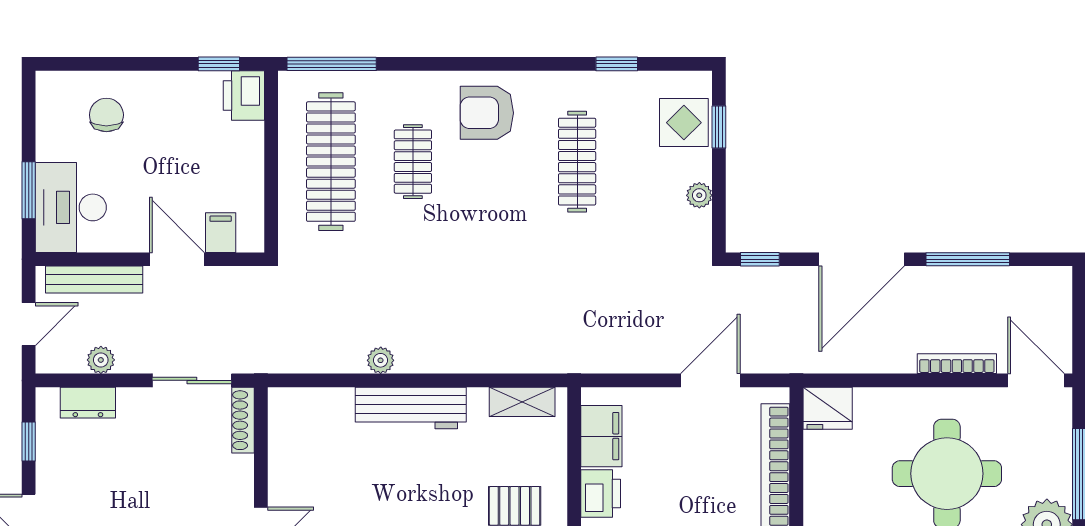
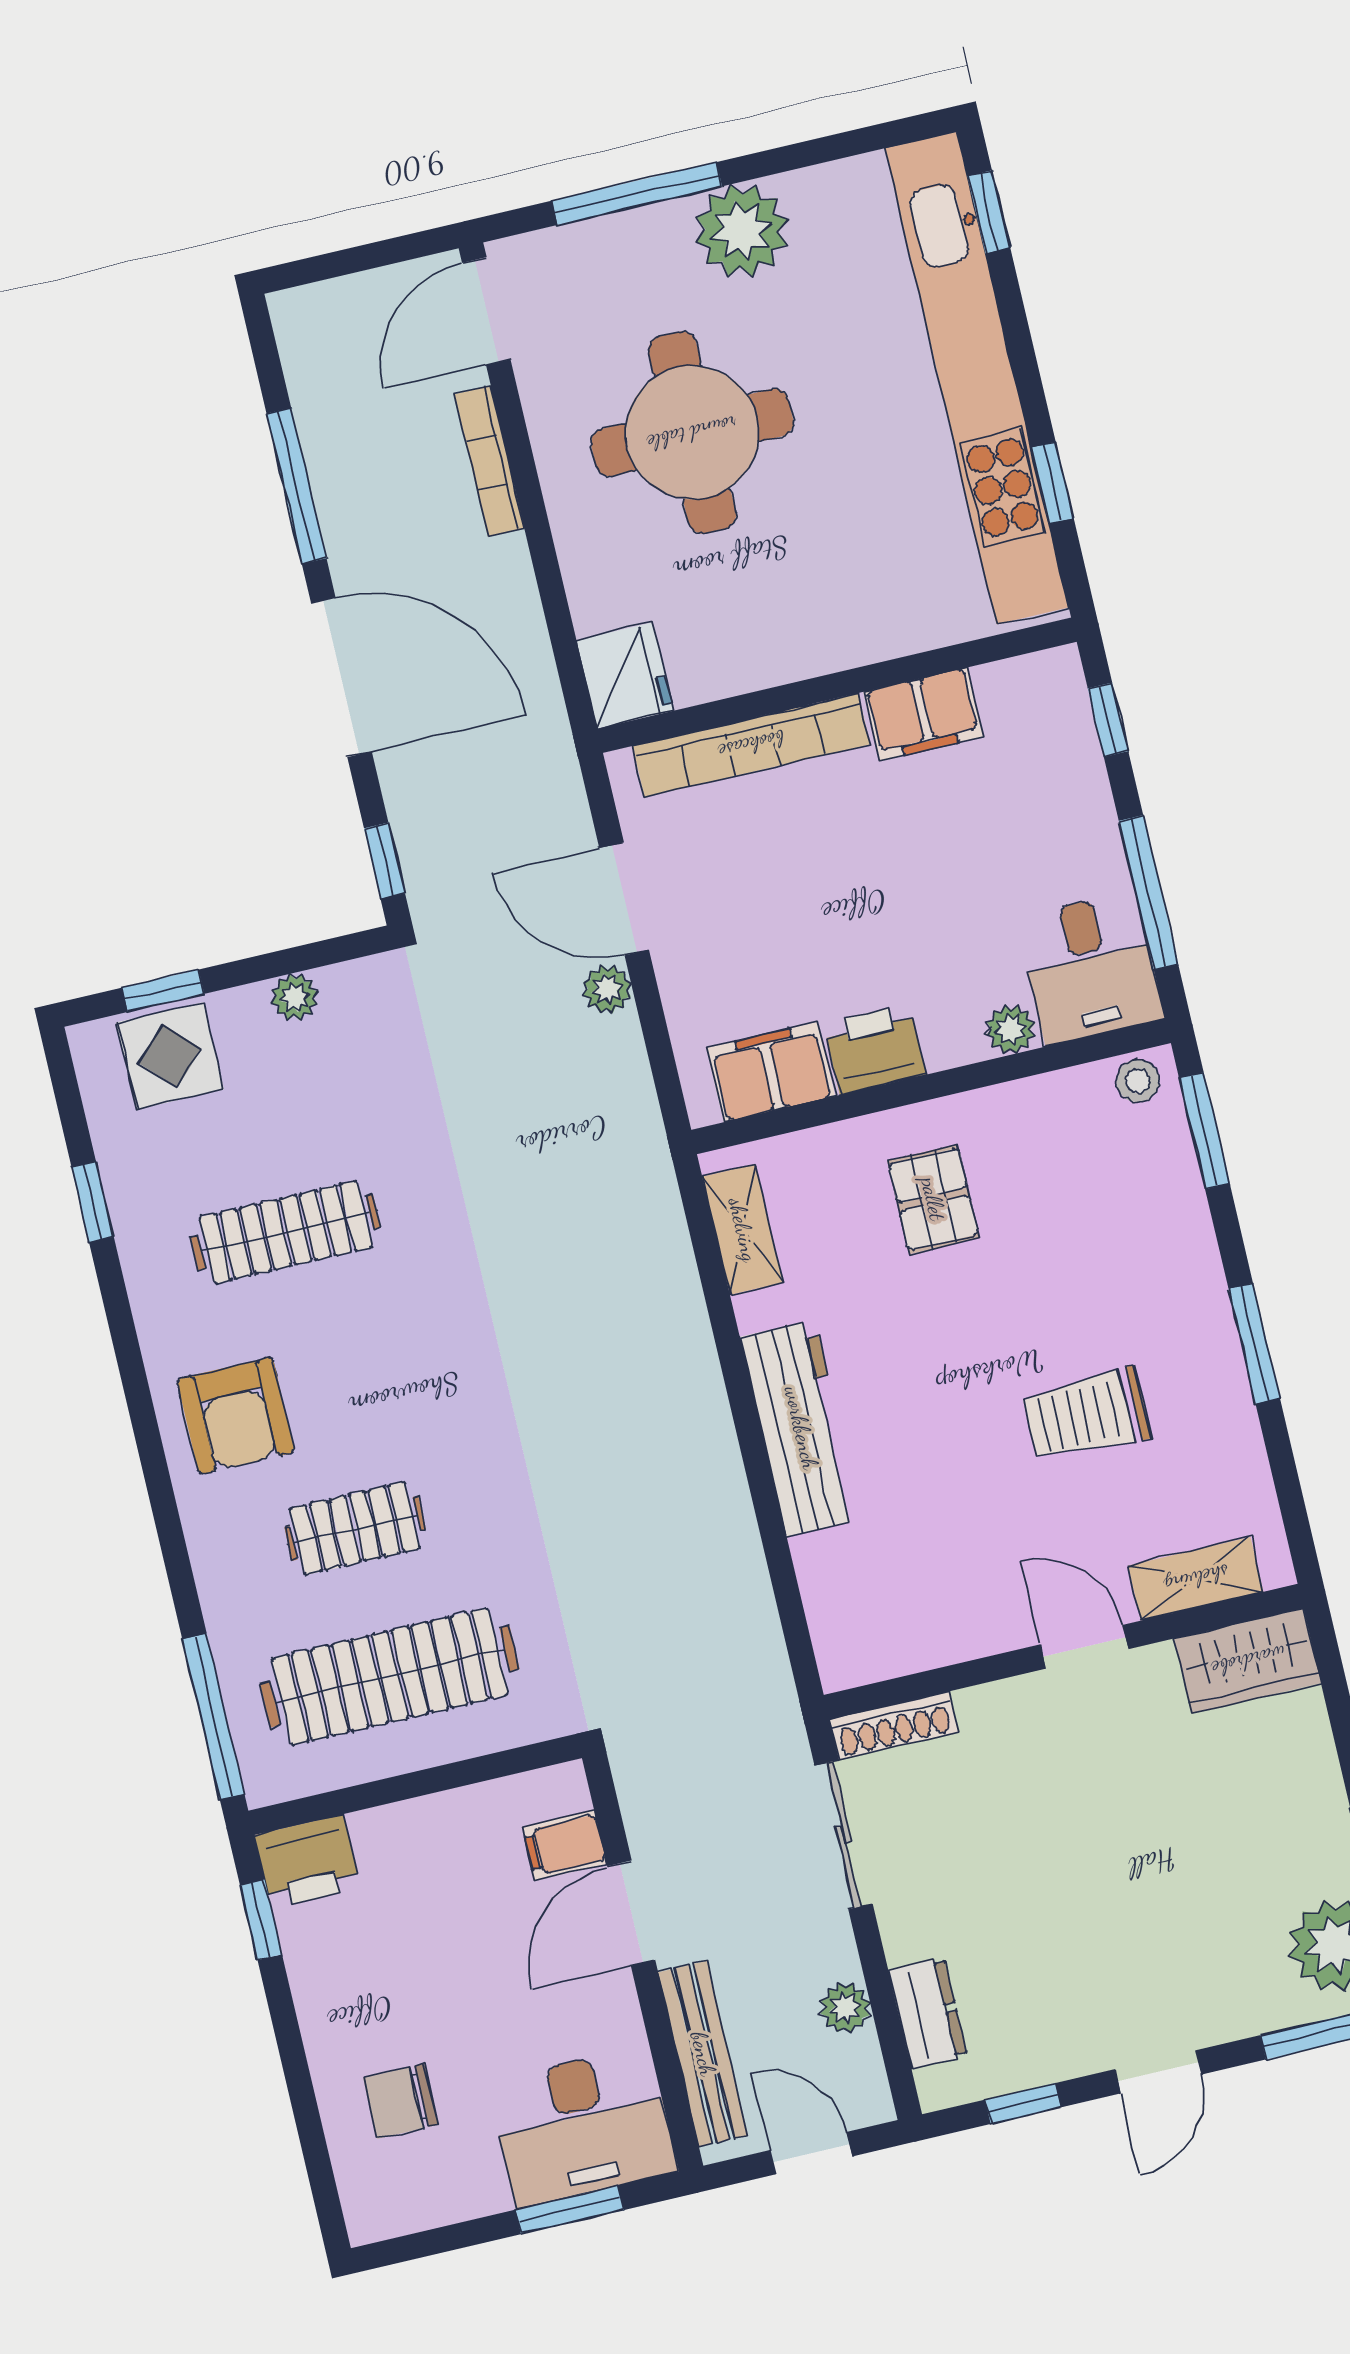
plant: (381, 360) -> (607, 989), moved

